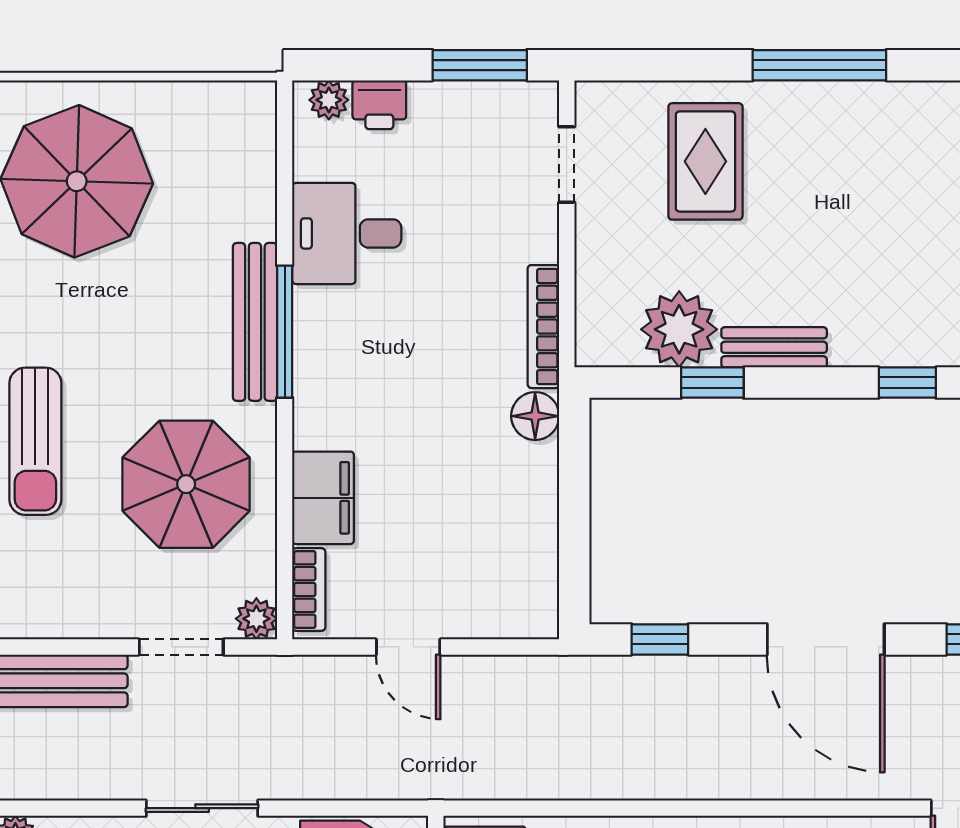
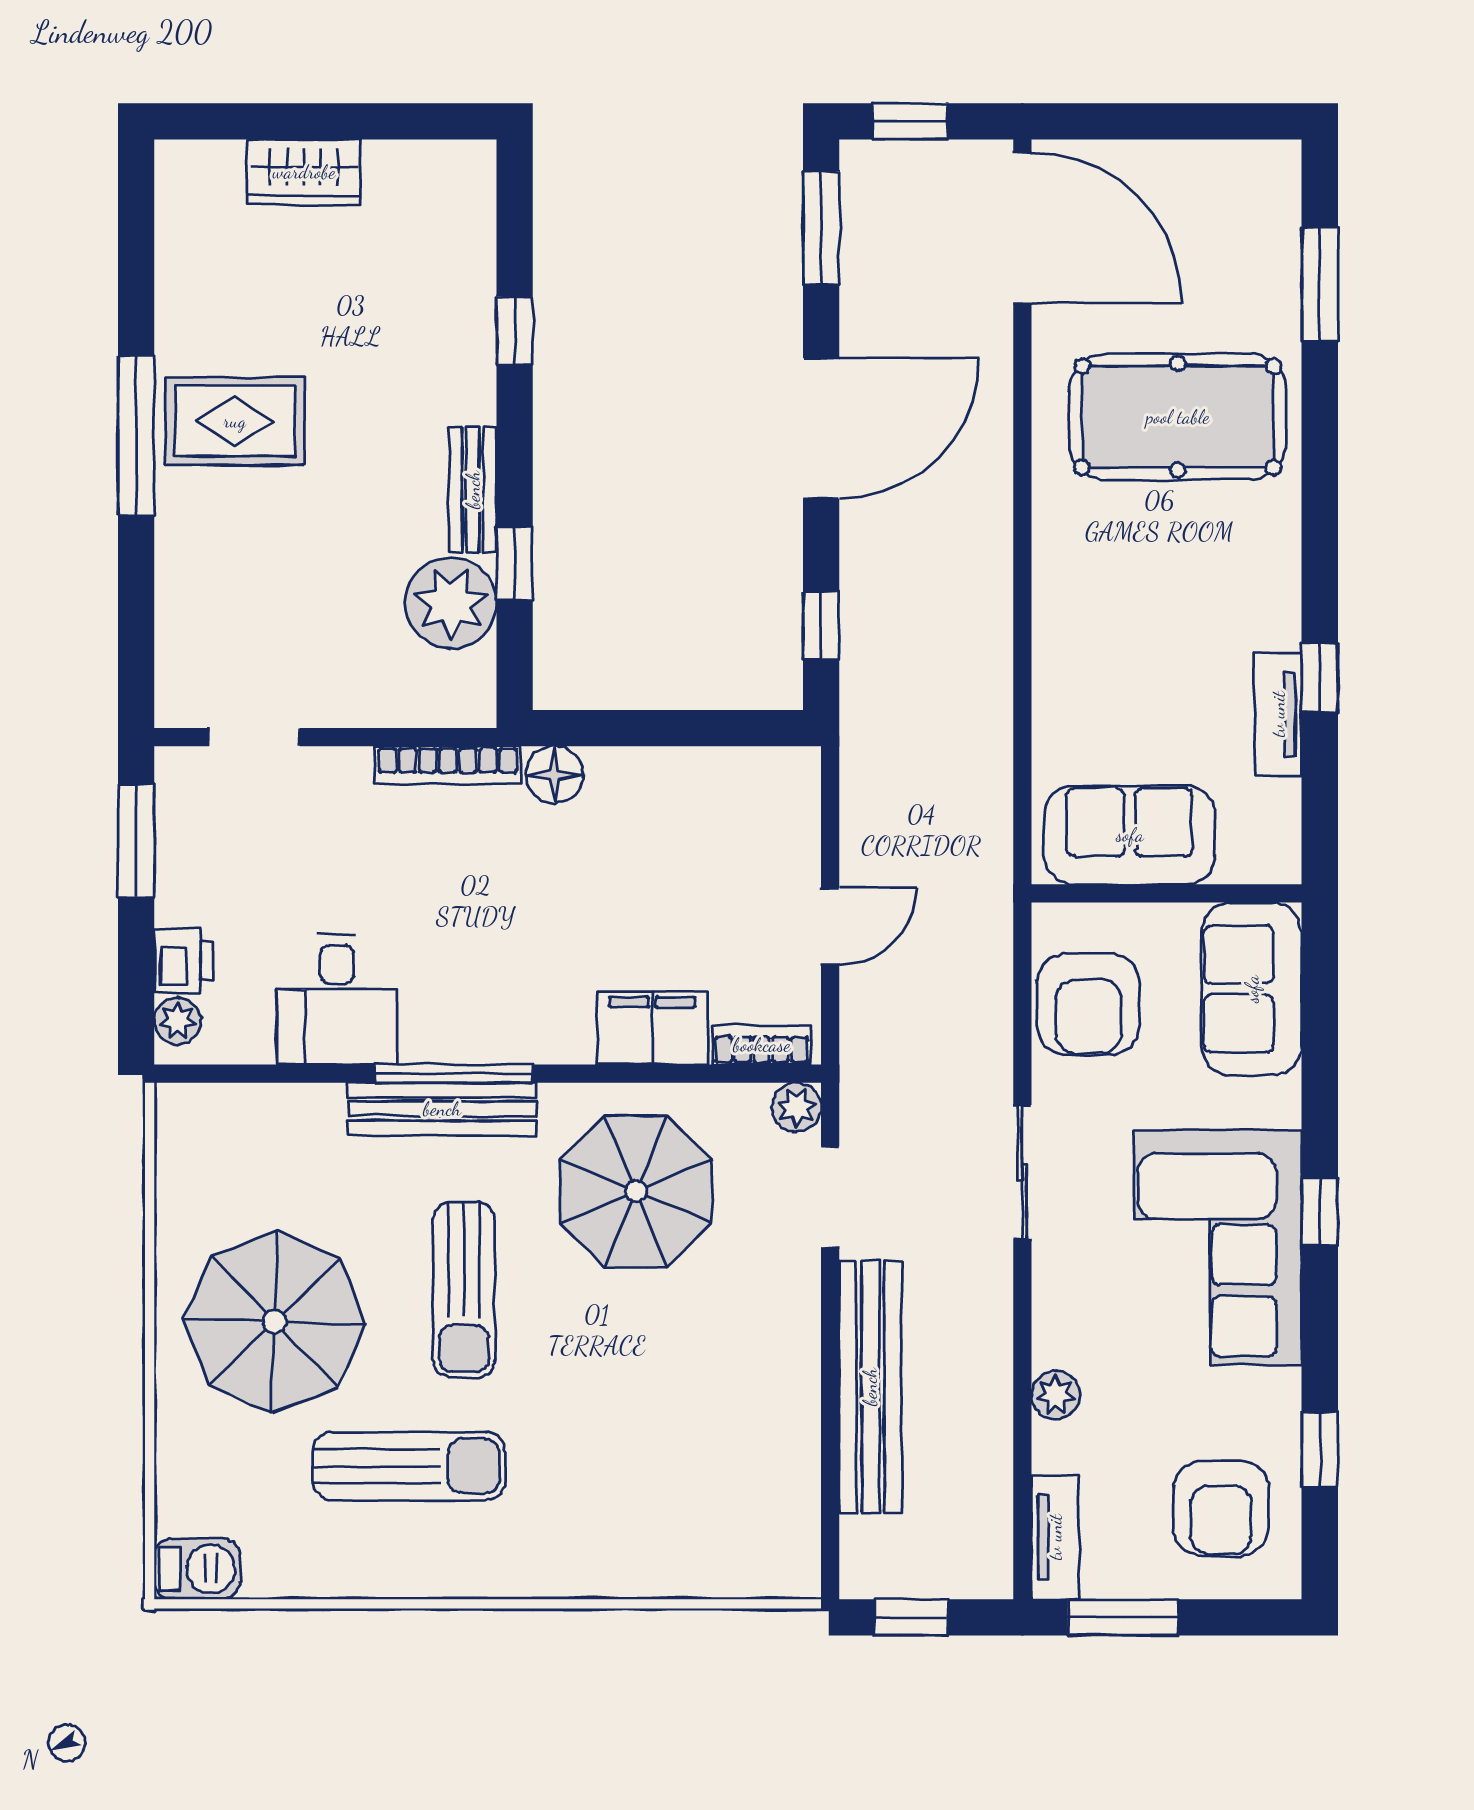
rug: (705, 161) -> (235, 421), moved
sun lounger: (35, 441) -> (464, 1290), moved, turned 90

